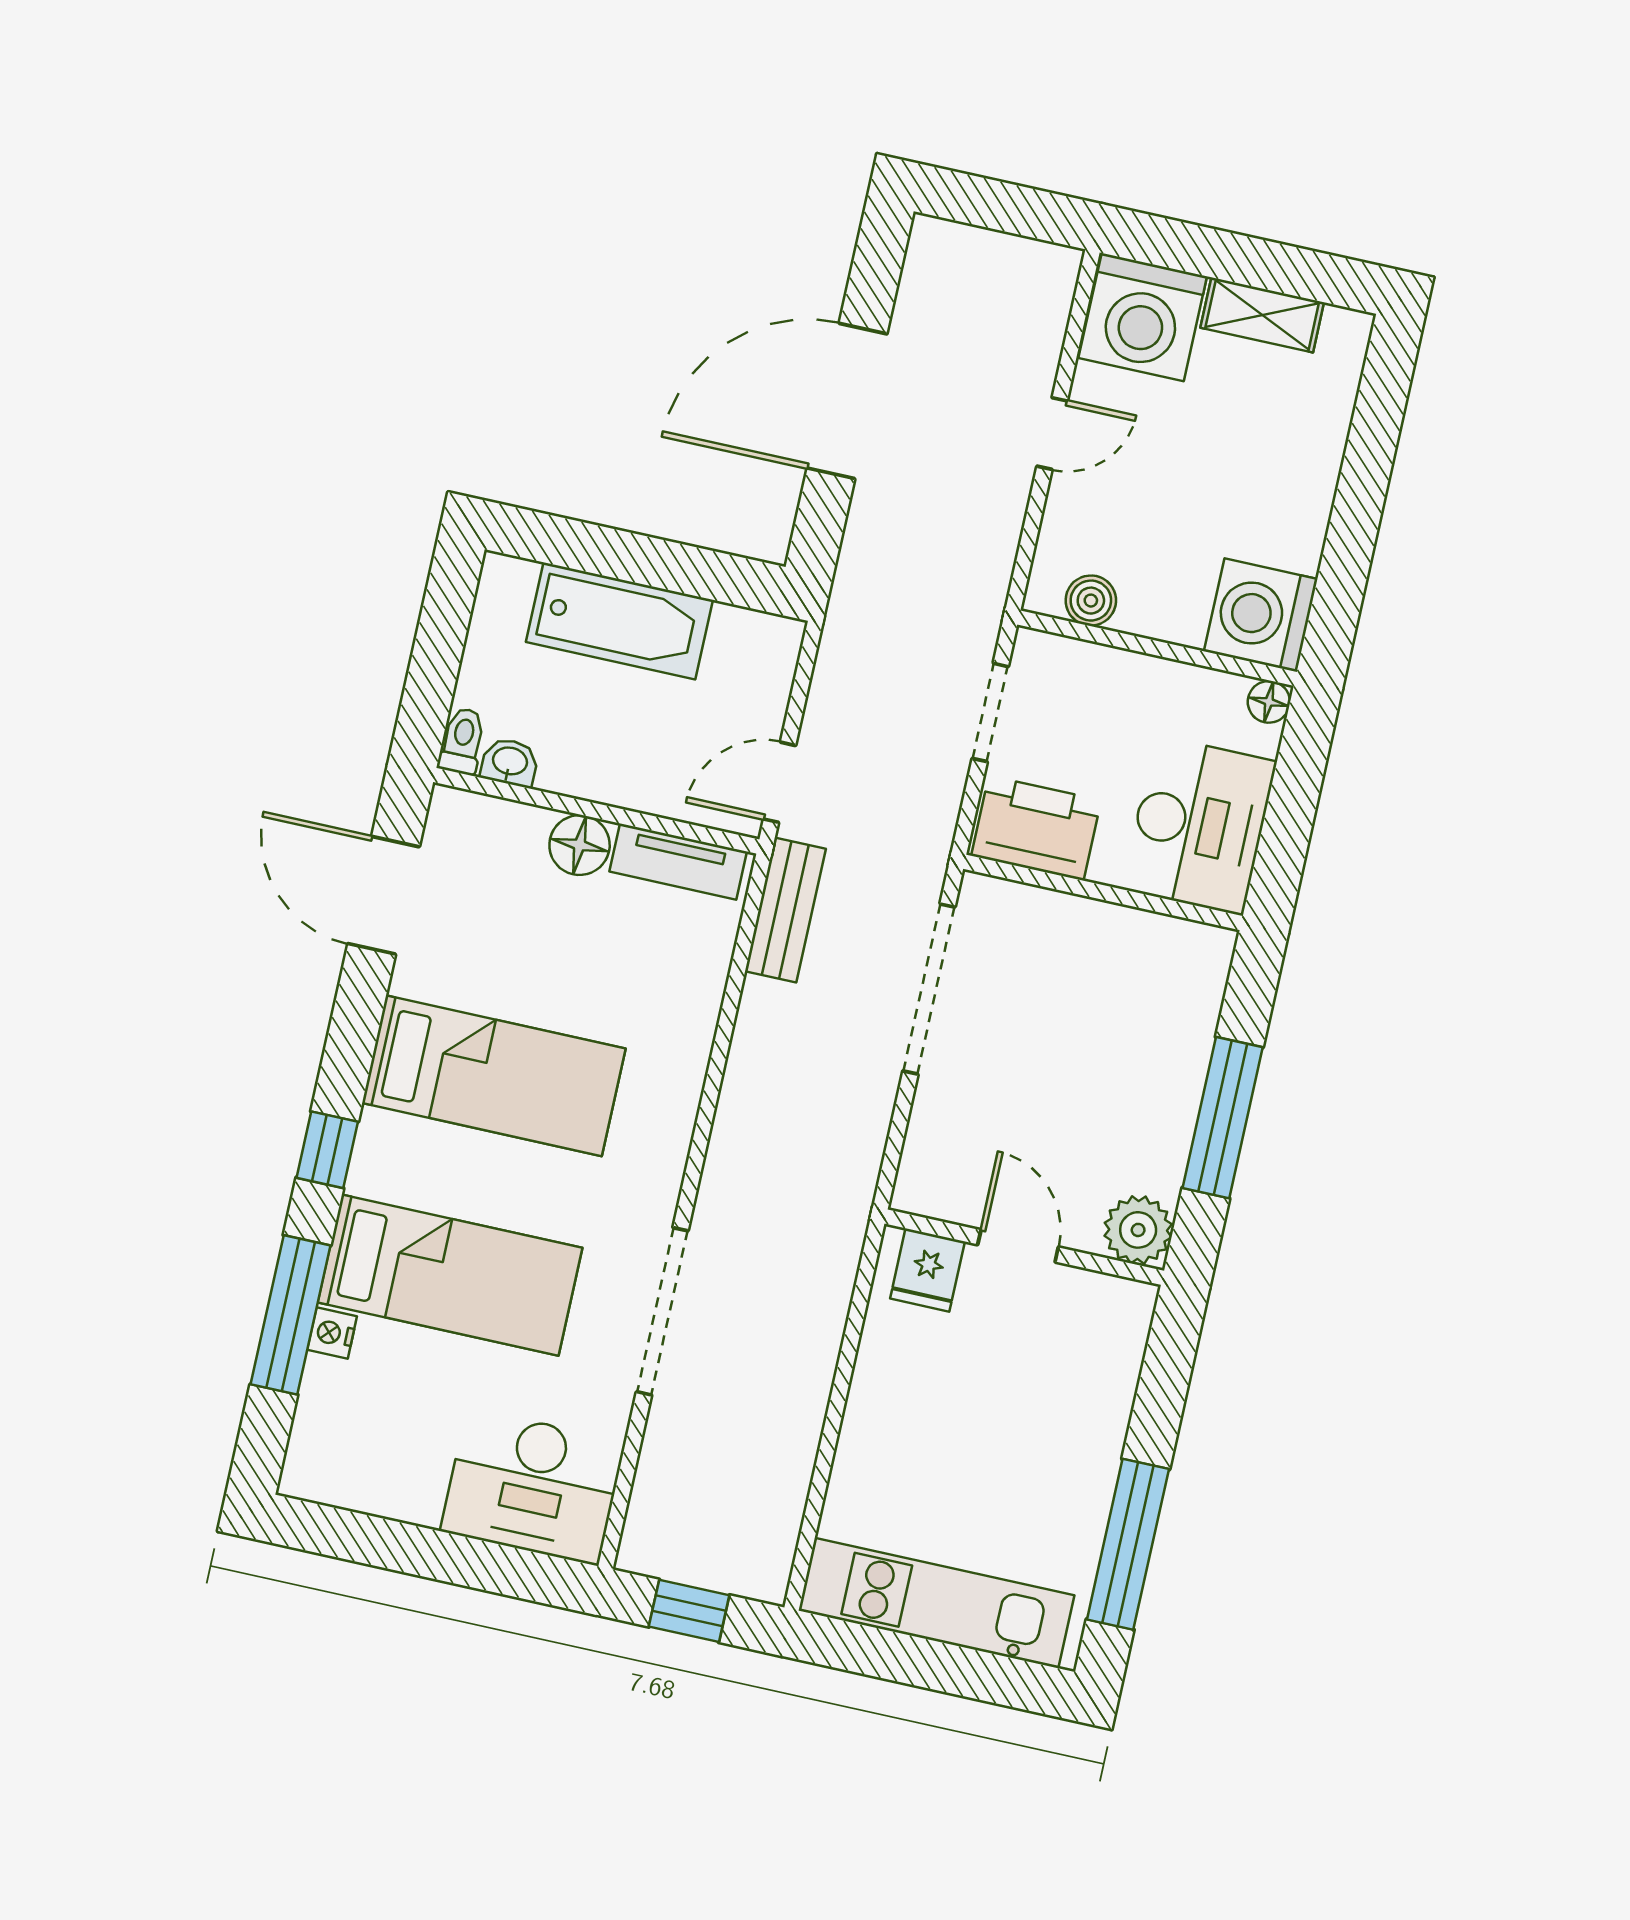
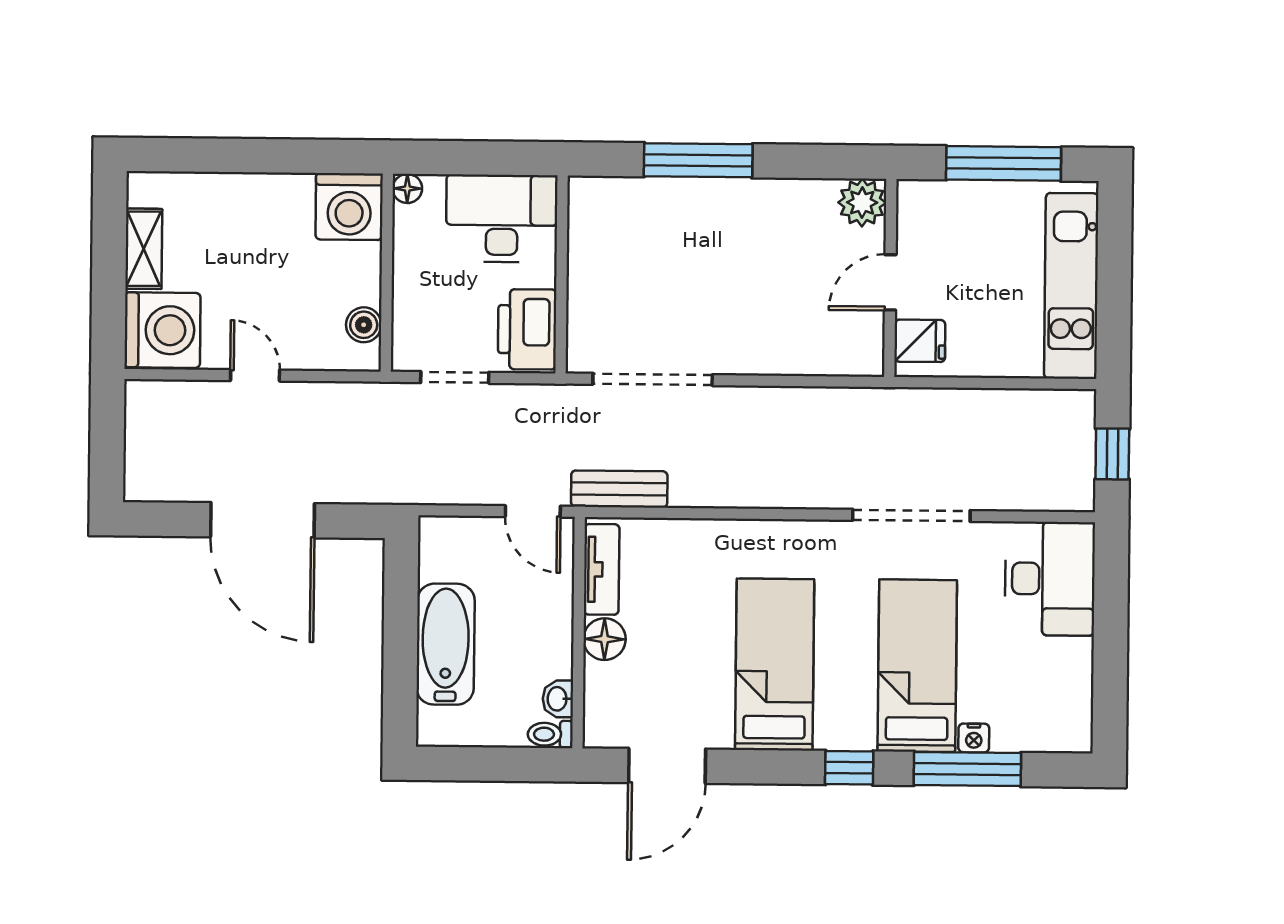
plant: (1138, 1230) -> (862, 203), moved
door: (1018, 1246) -> (890, 282), moved
wall: (1024, 1247) -> (890, 278), moved
fridge: (927, 1270) -> (920, 341), moved

